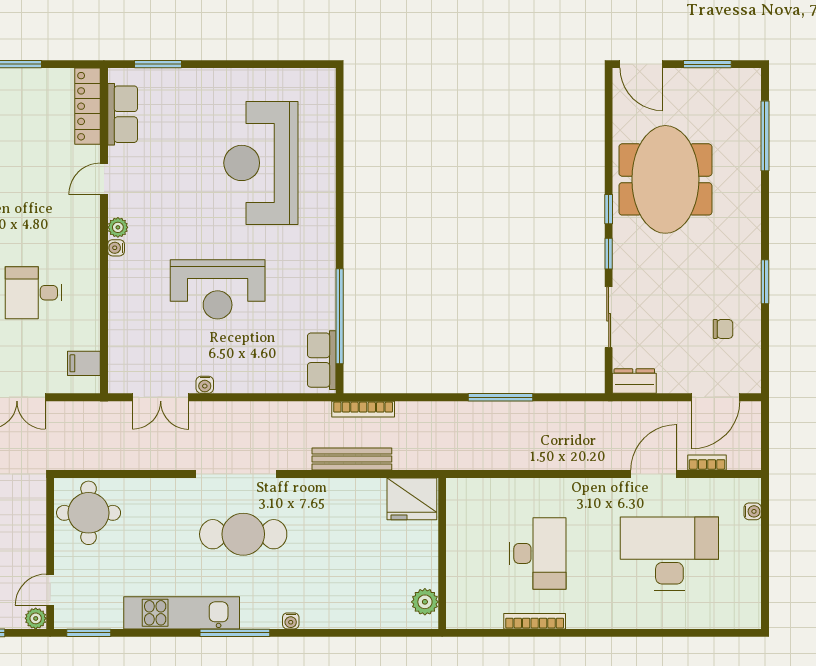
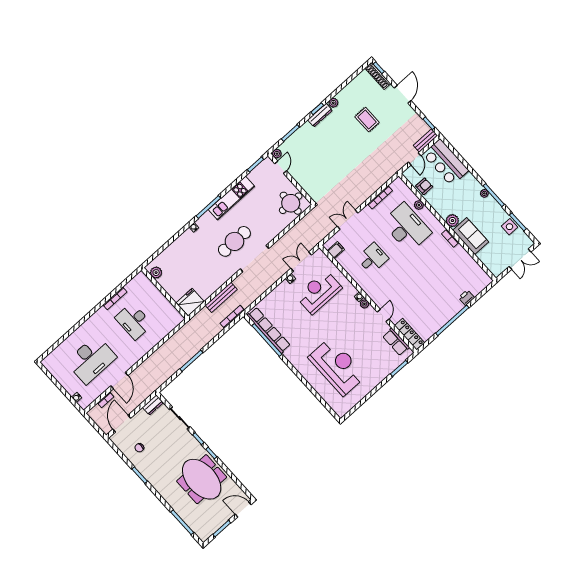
reception desk: (218, 289) -> (319, 292), moved
row of seats: (322, 360) -> (269, 330), width x2.02

